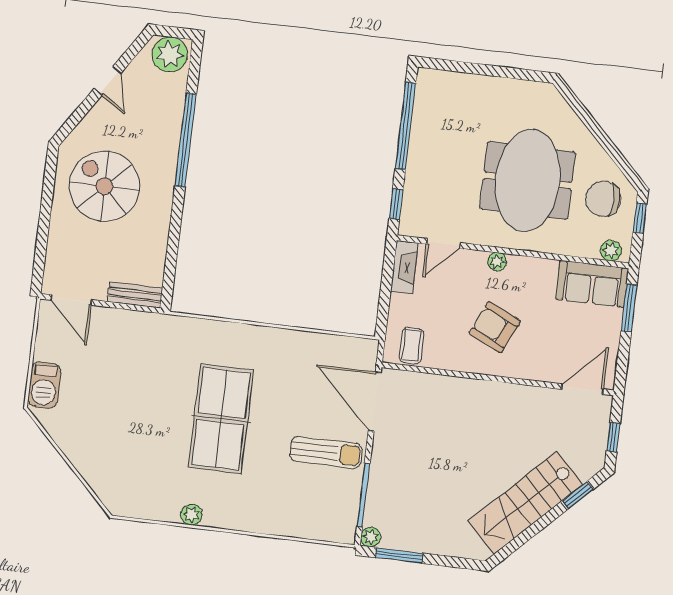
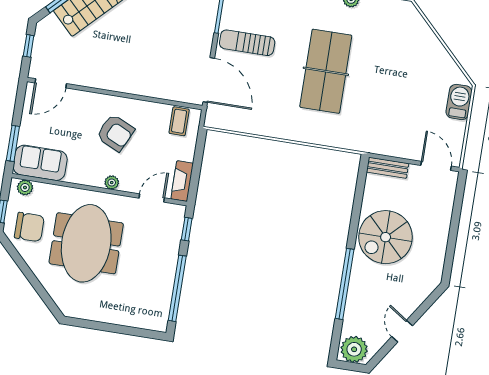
spiral stairs: (104, 186) -> (386, 237), moved, turned 90

